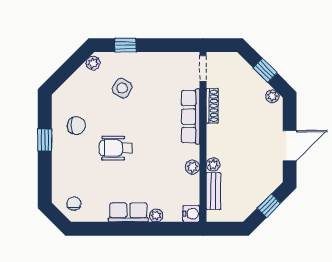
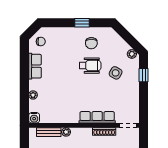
wheelchair: (116, 148) -> (90, 66), moved, turned 90
plant: (192, 167) -> (64, 119), removed
row of seats: (128, 212) -> (35, 66), moved

